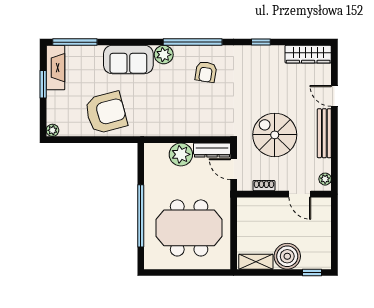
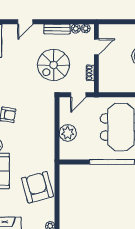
bench: (324, 133) -> (57, 29), width x0.73
dresser: (212, 150) -> (65, 110), removed
plant: (325, 165) -> (76, 29), added

